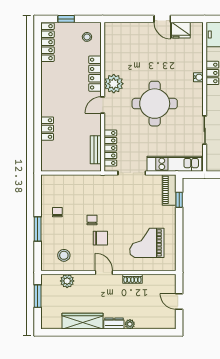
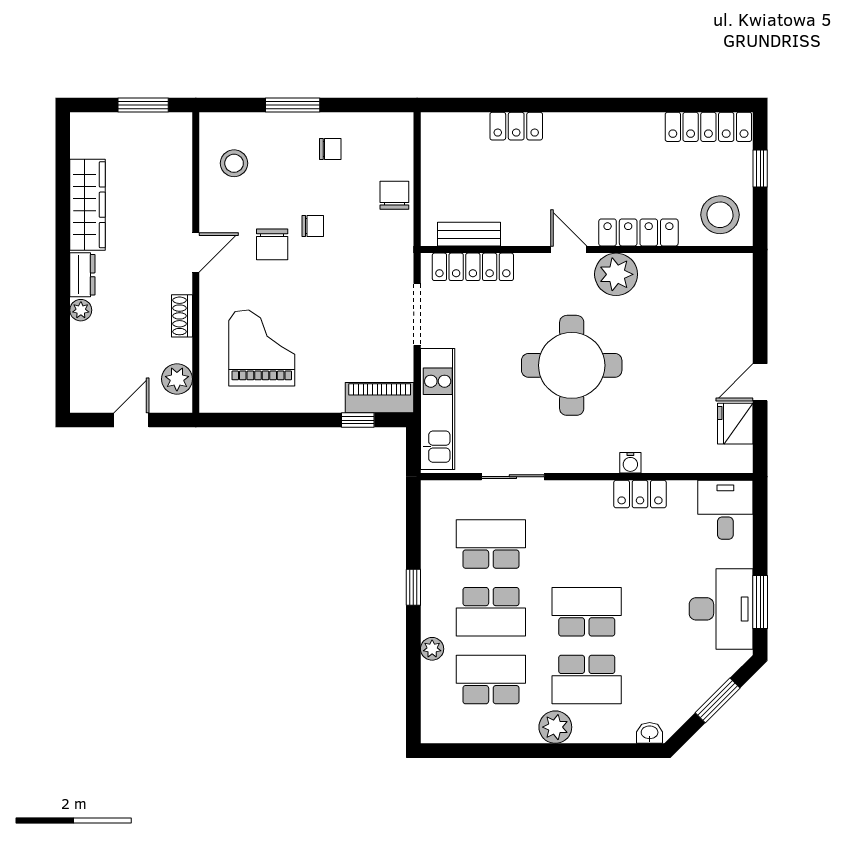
stool: (87, 37) -> (720, 215), width x1.89, depth x1.89
chair: (78, 183) -> (394, 195), added
plant: (67, 281) -> (177, 379), moved

